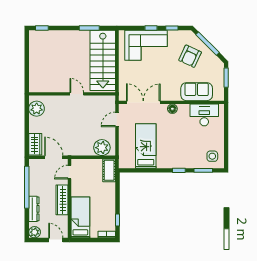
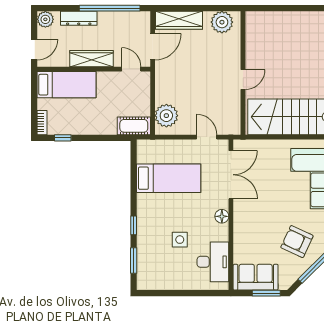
sofa: (197, 92) -> (256, 277), moved, turned -90
wardrobe: (35, 144) -> (179, 20), width x1.50
side table: (212, 156) -> (180, 240), moved

